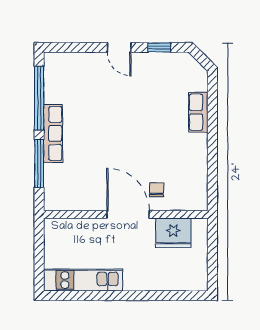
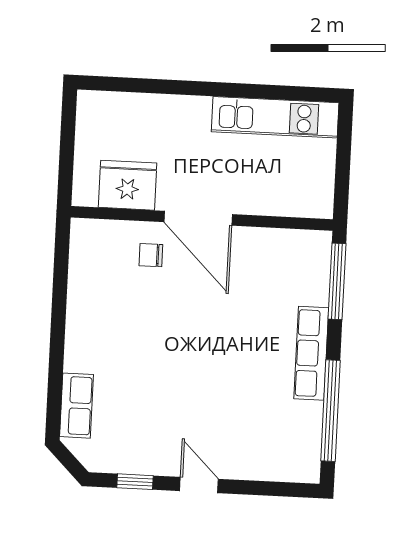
row of seats: (198, 112) -> (76, 406), moved
window: (39, 163) -> (337, 281), moved
chair: (156, 190) -> (151, 255), turned 90

